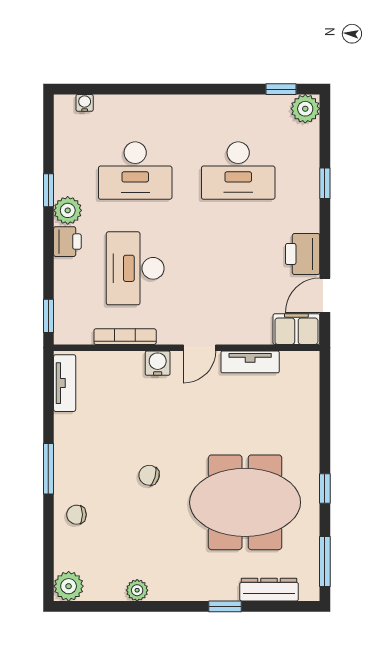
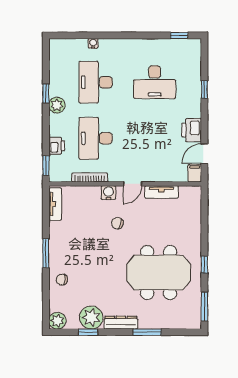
water cooler: (85, 103) -> (93, 43), moved
plant: (305, 109) -> (193, 47), removed
desk: (135, 171) -> (96, 82), turned 90
printer: (67, 242) -> (57, 146), moved
filing cabinet: (296, 329) -> (195, 173), width x0.50
chair: (149, 475) -> (117, 223), moved
plant: (137, 590) -> (91, 318), width x1.87, depth x1.87
dresser: (269, 590) -> (121, 323), moved
window: (122, 606) -> (88, 332), added
window: (225, 606) -> (147, 332), width x1.50

